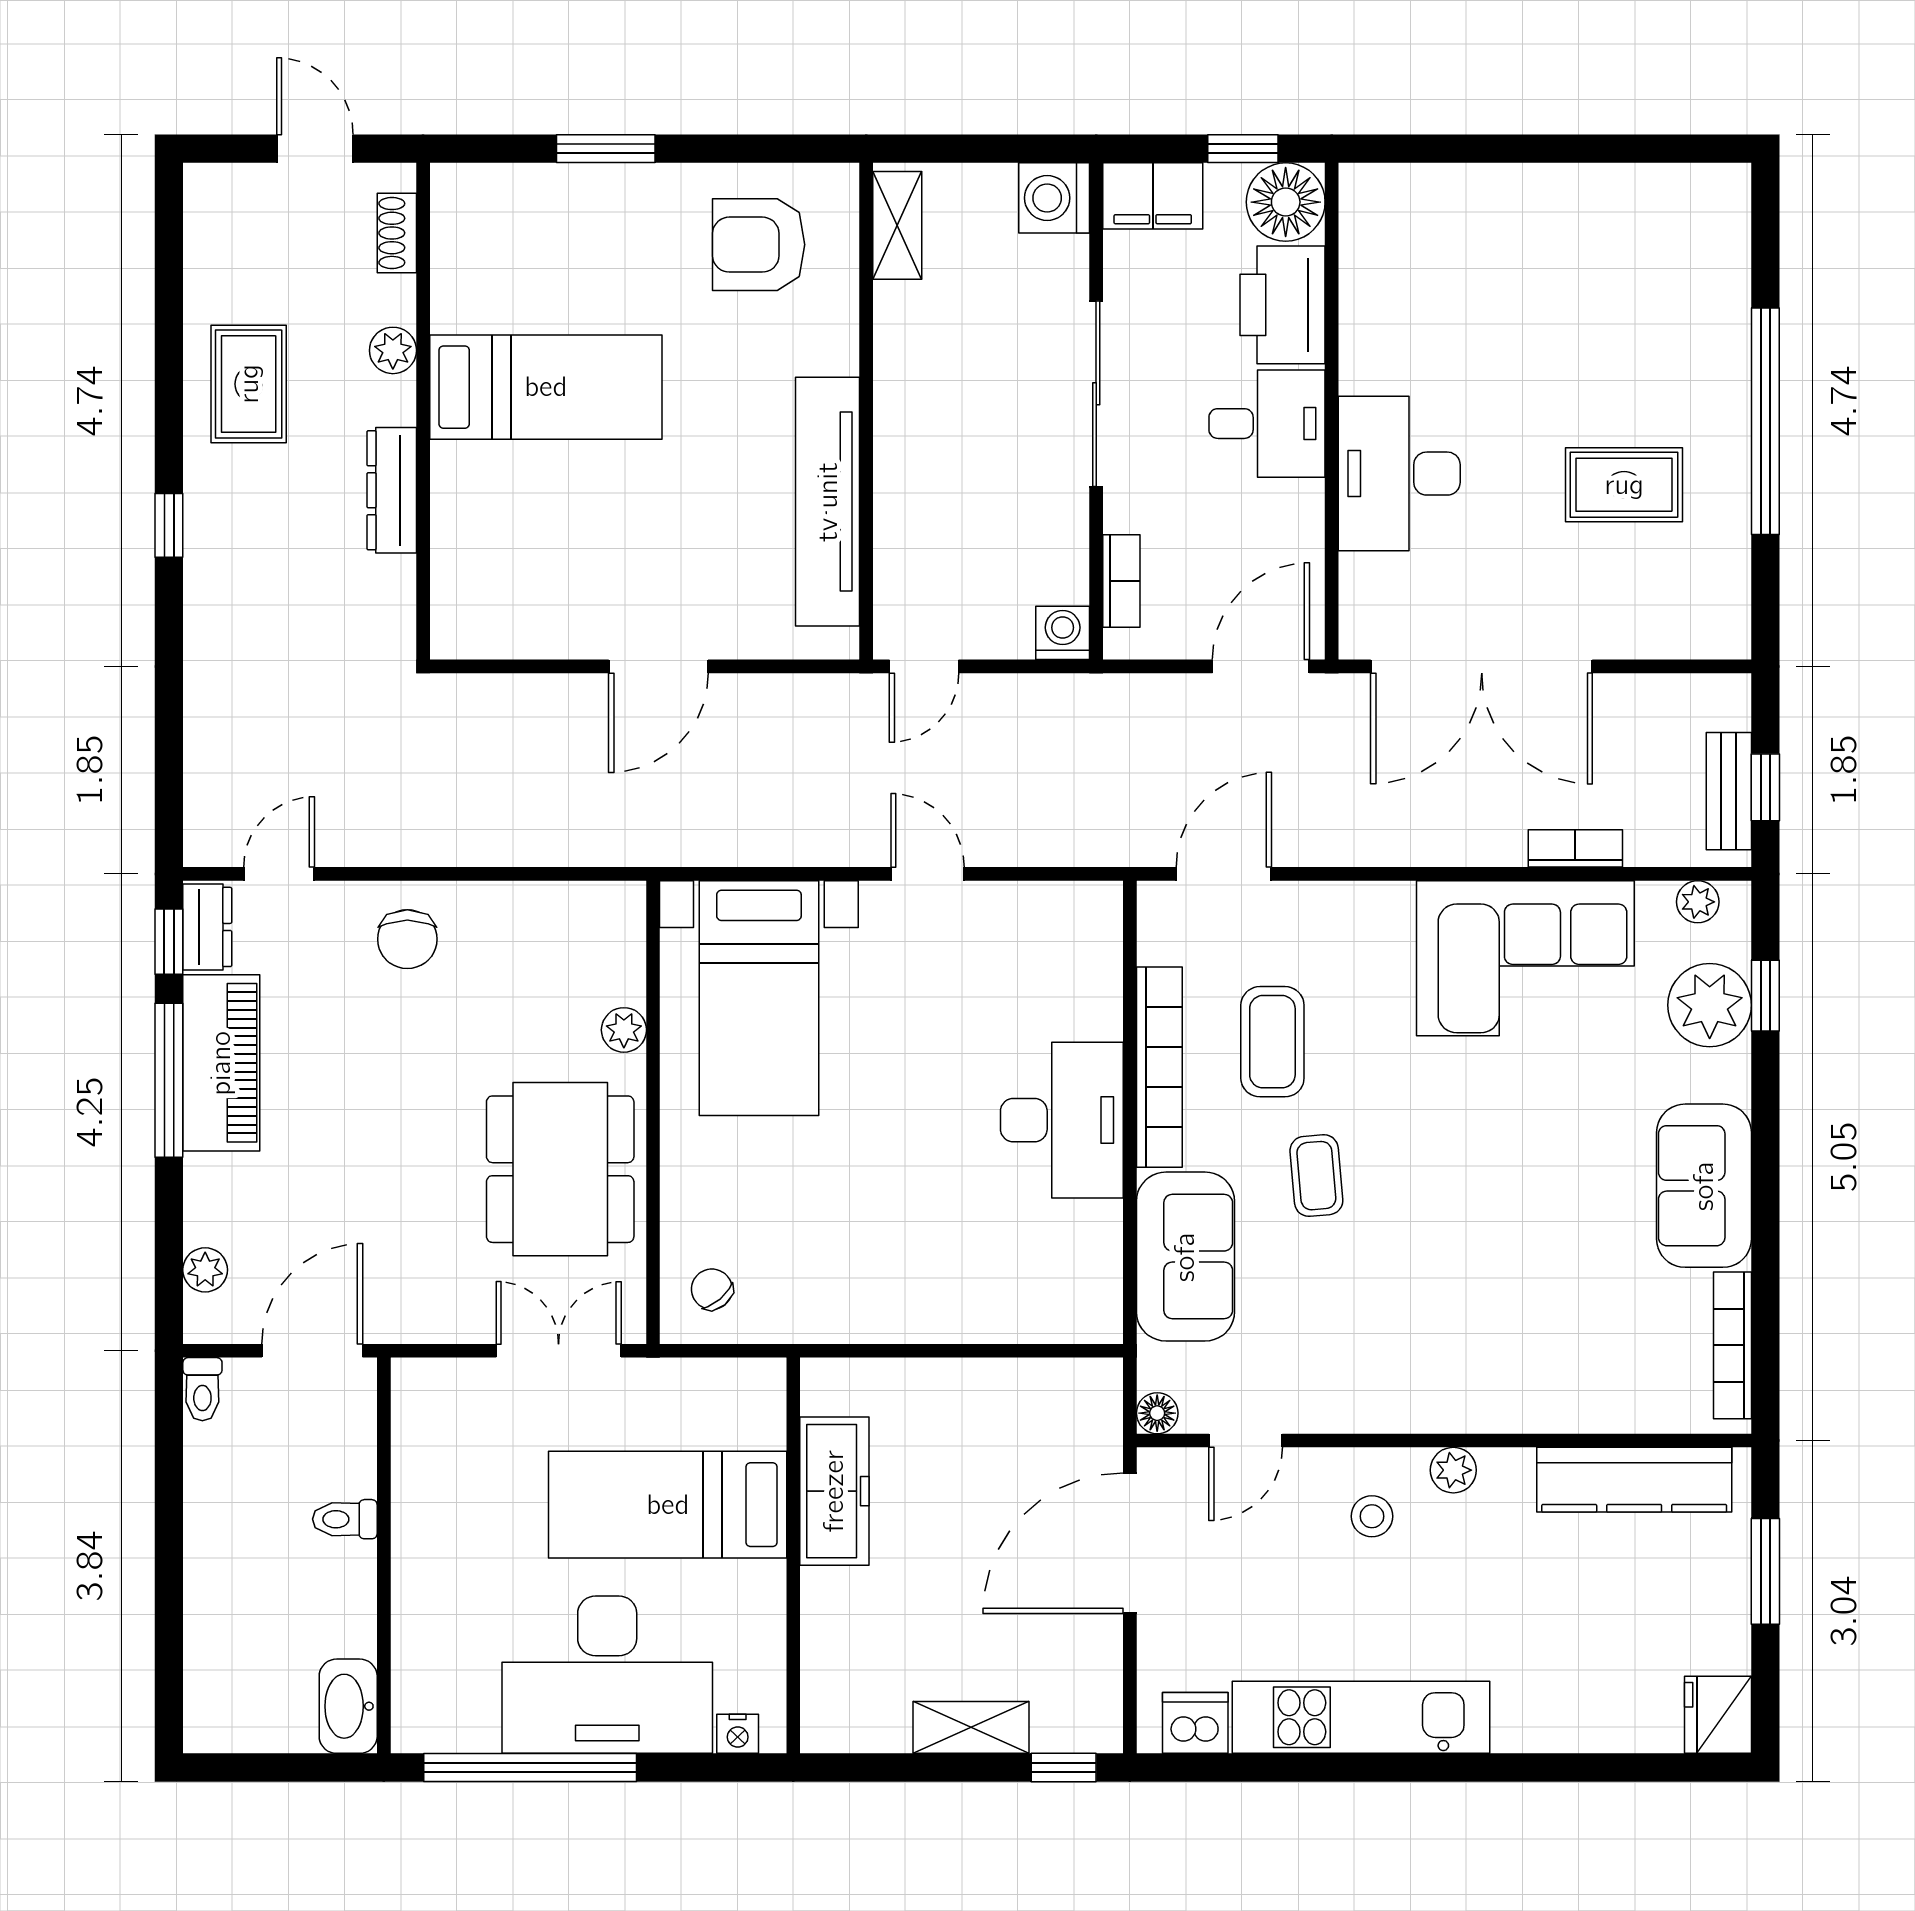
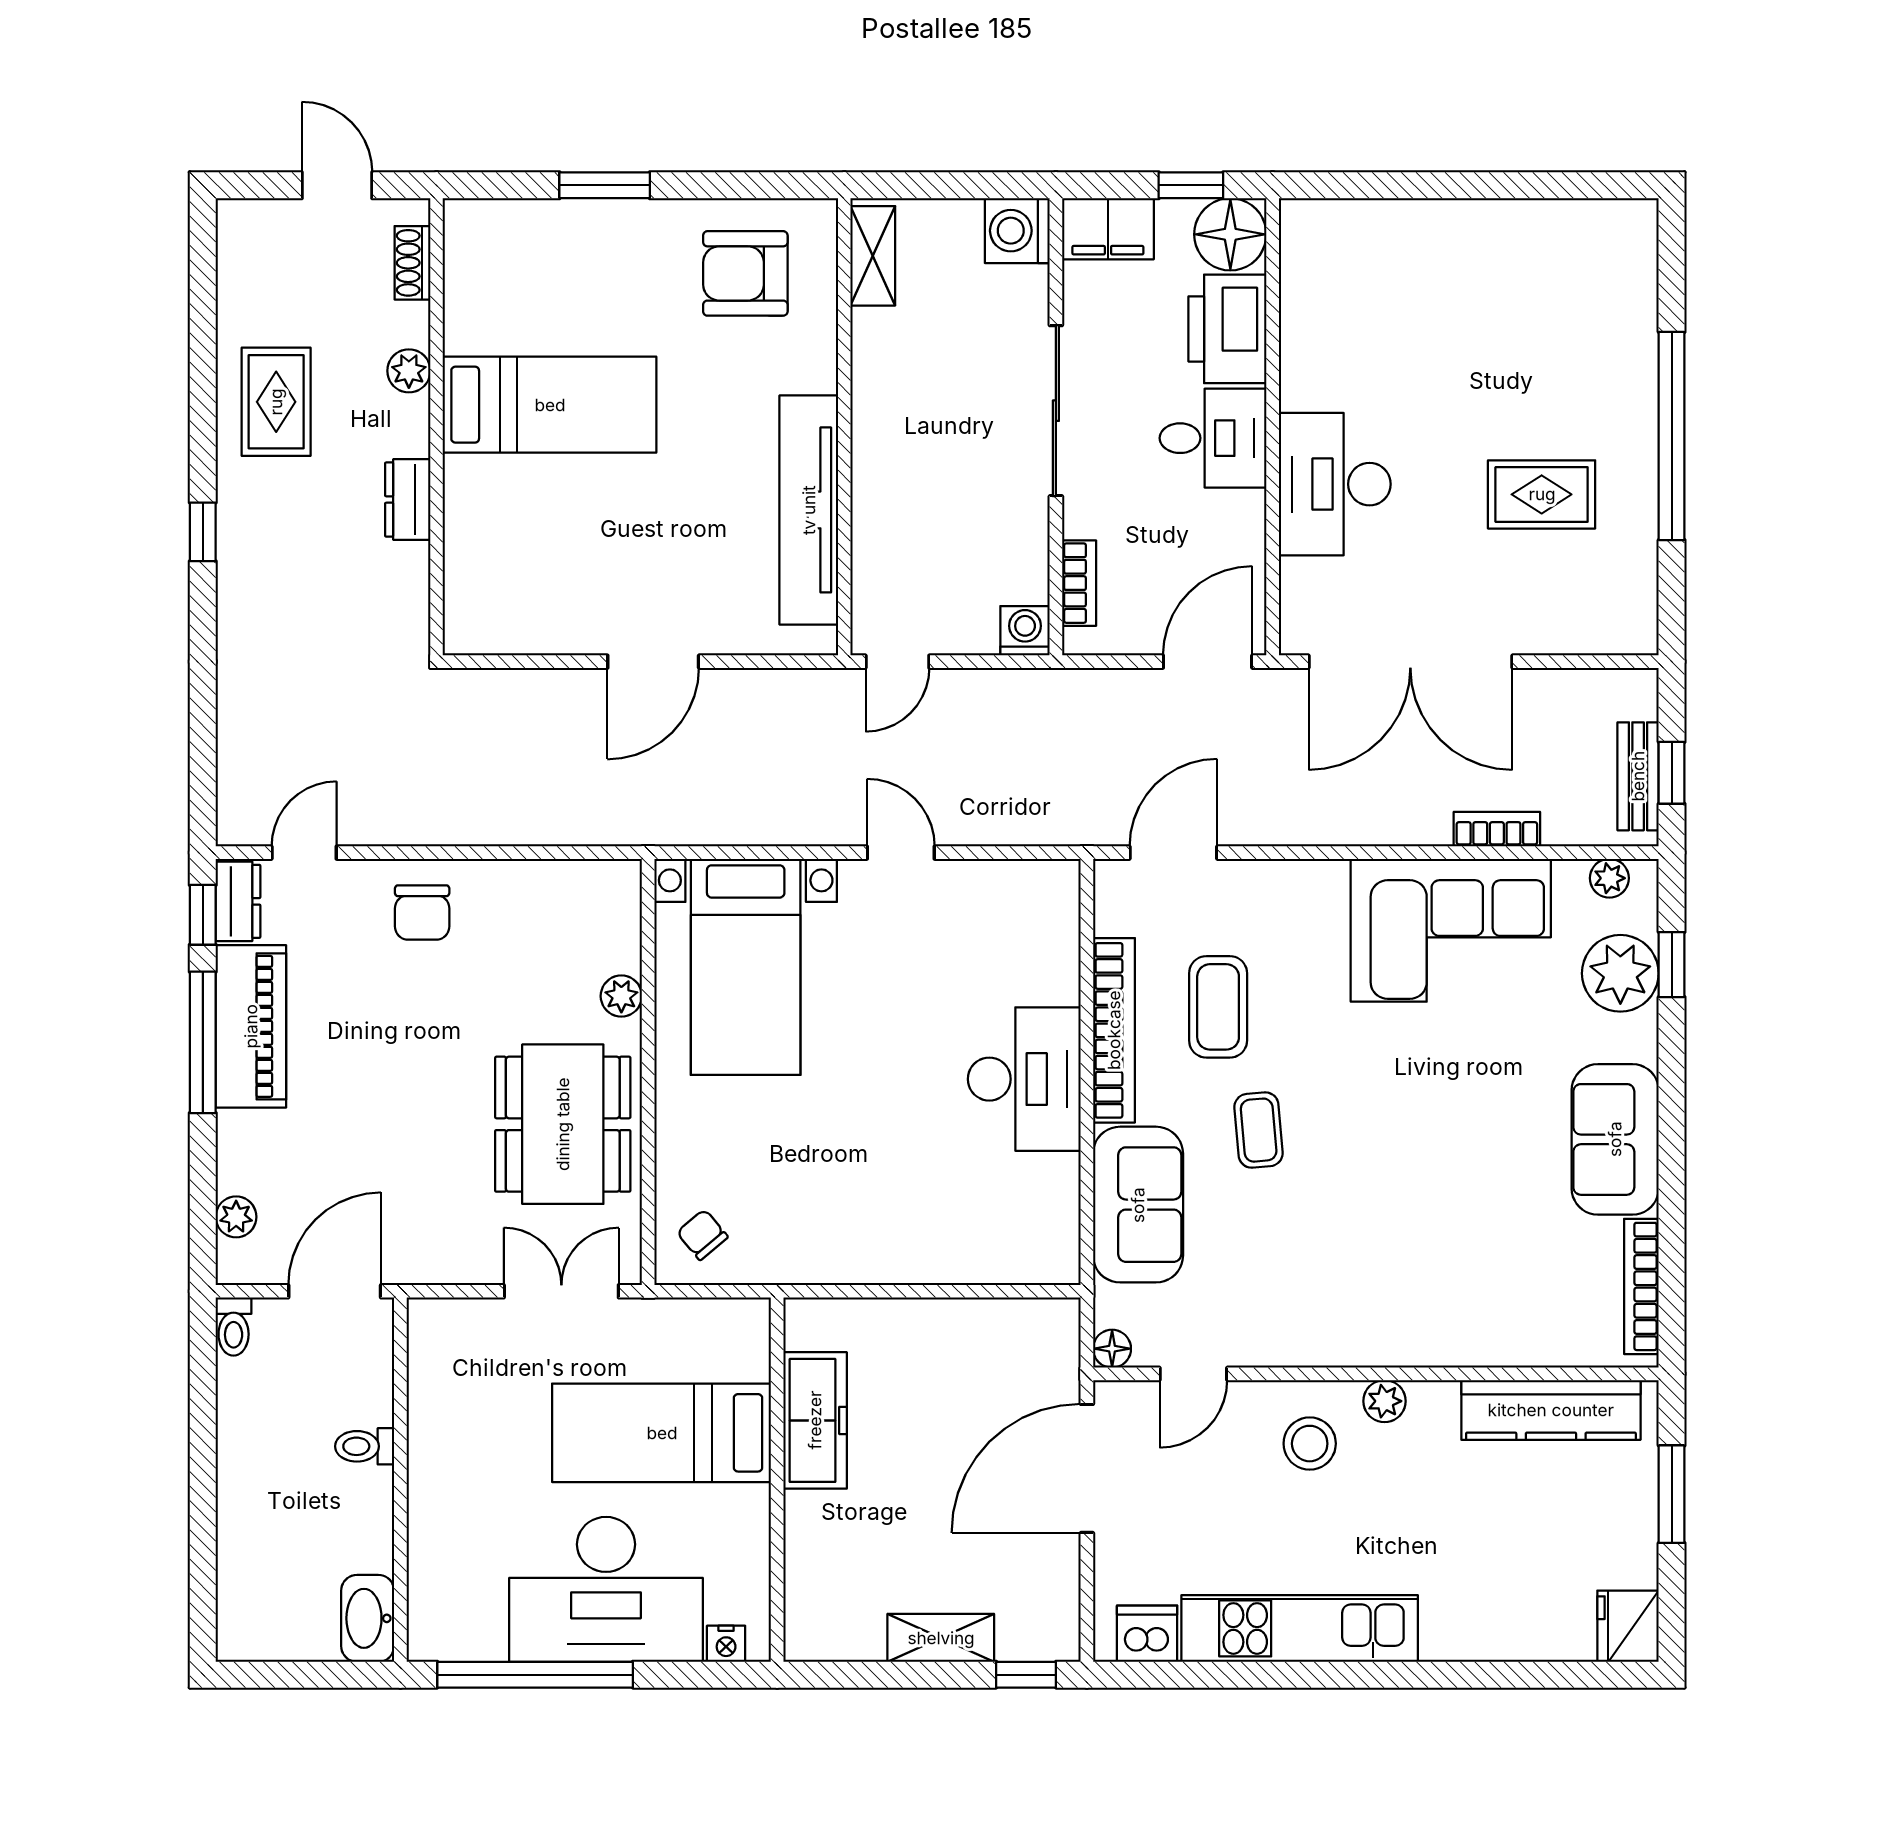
dresser: (392, 490) -> (408, 500), width x0.70
stool: (1372, 1516) -> (1310, 1444), width x1.37, depth x1.37

